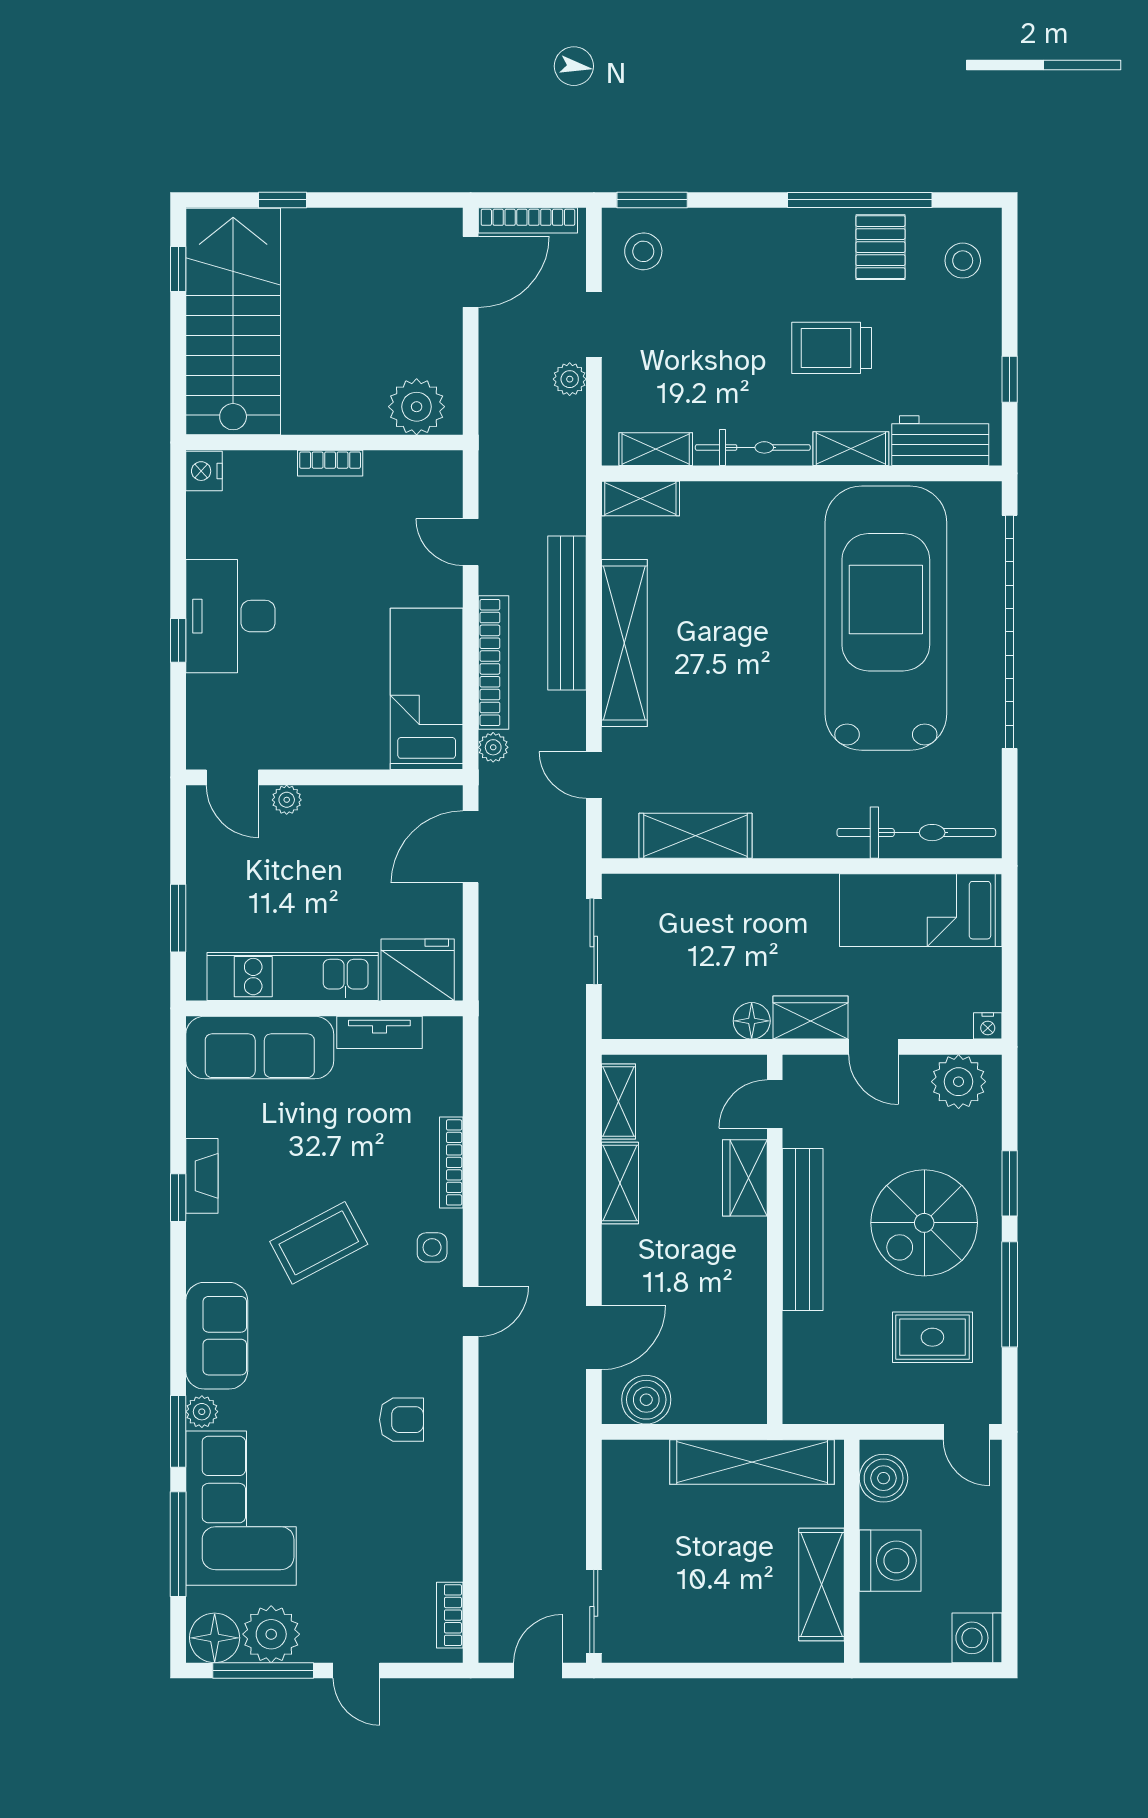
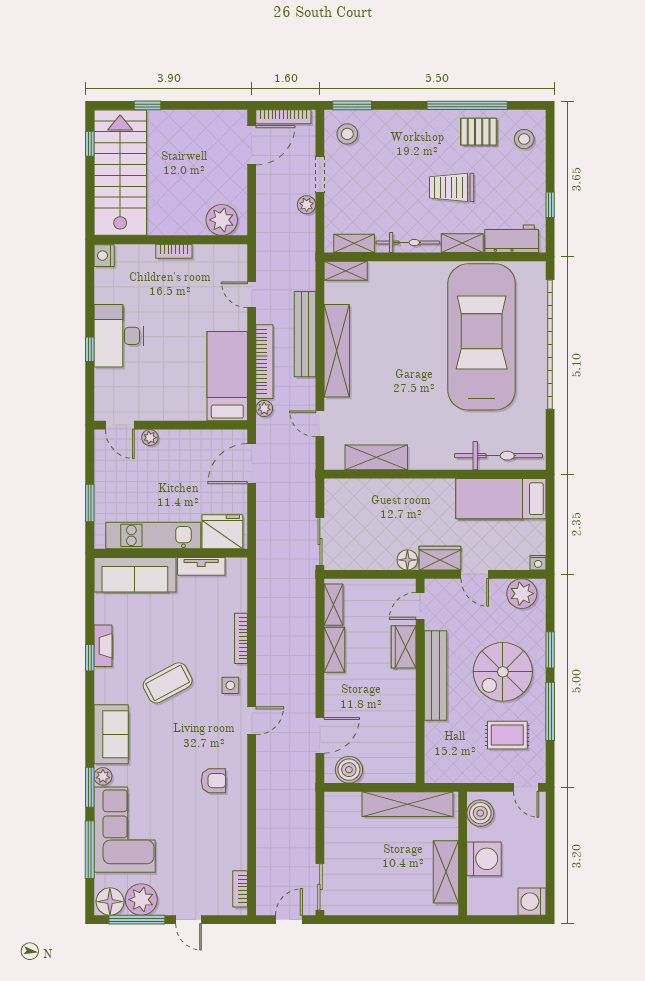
pallet: (880, 247) -> (479, 132), turned 90
sliding door: (594, 941) -> (320, 541), moved

